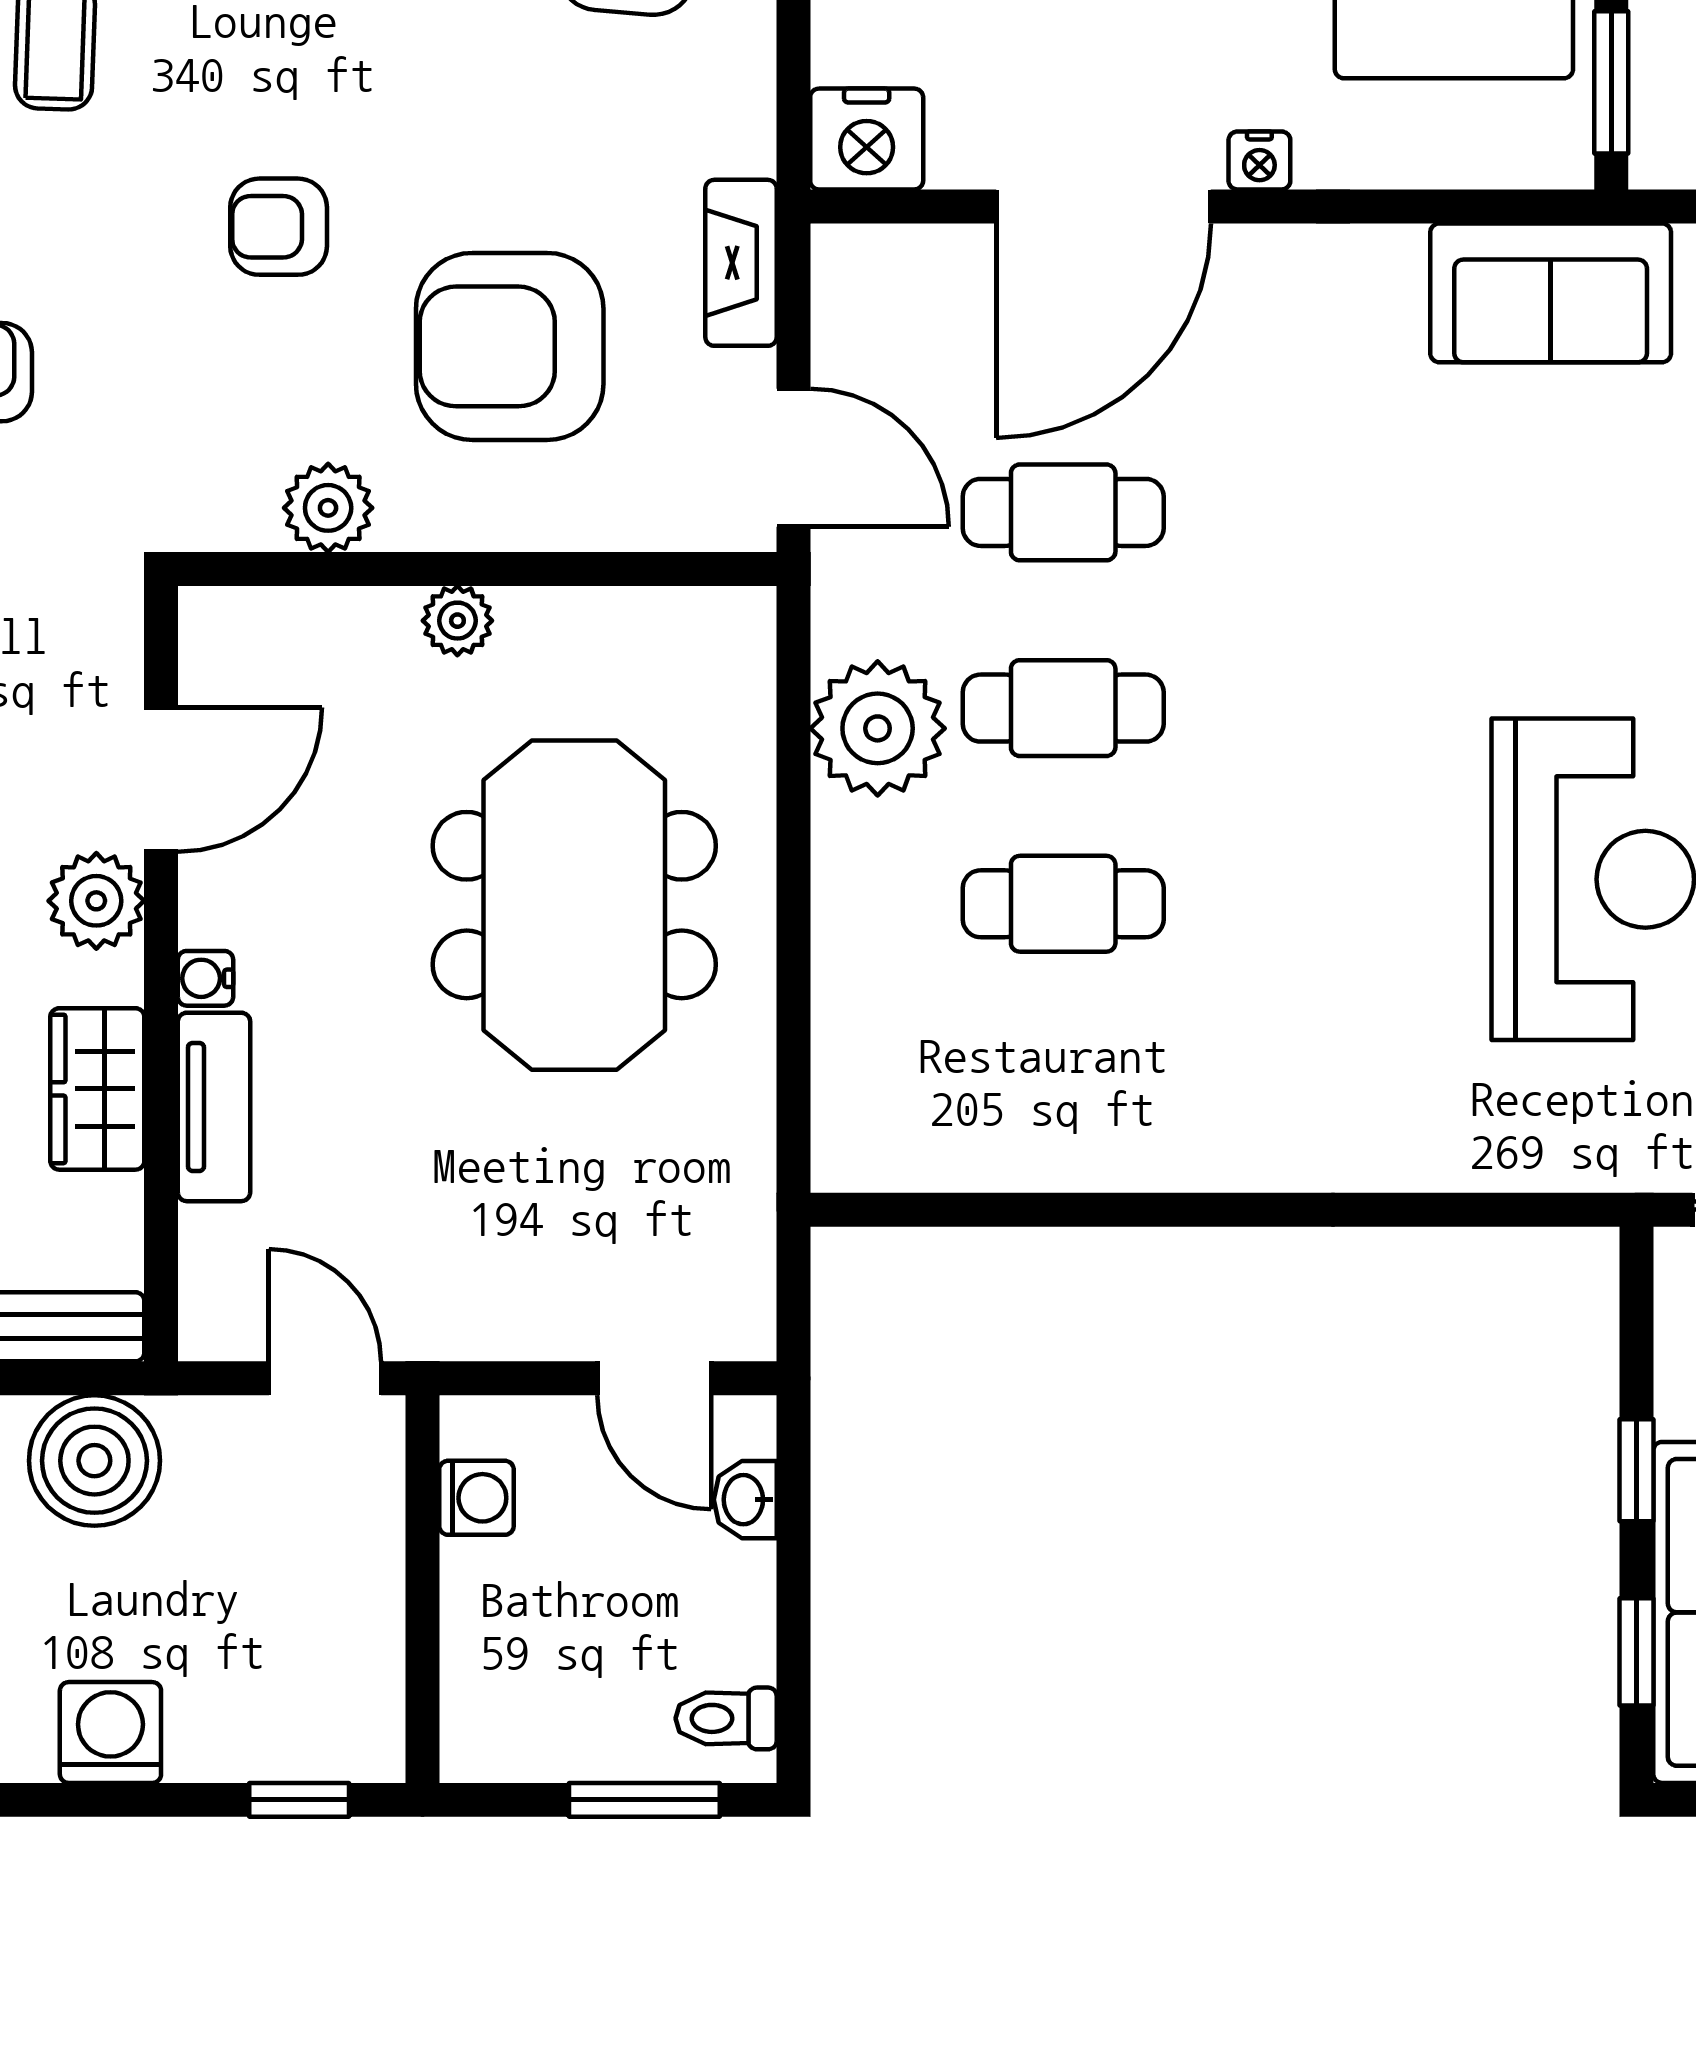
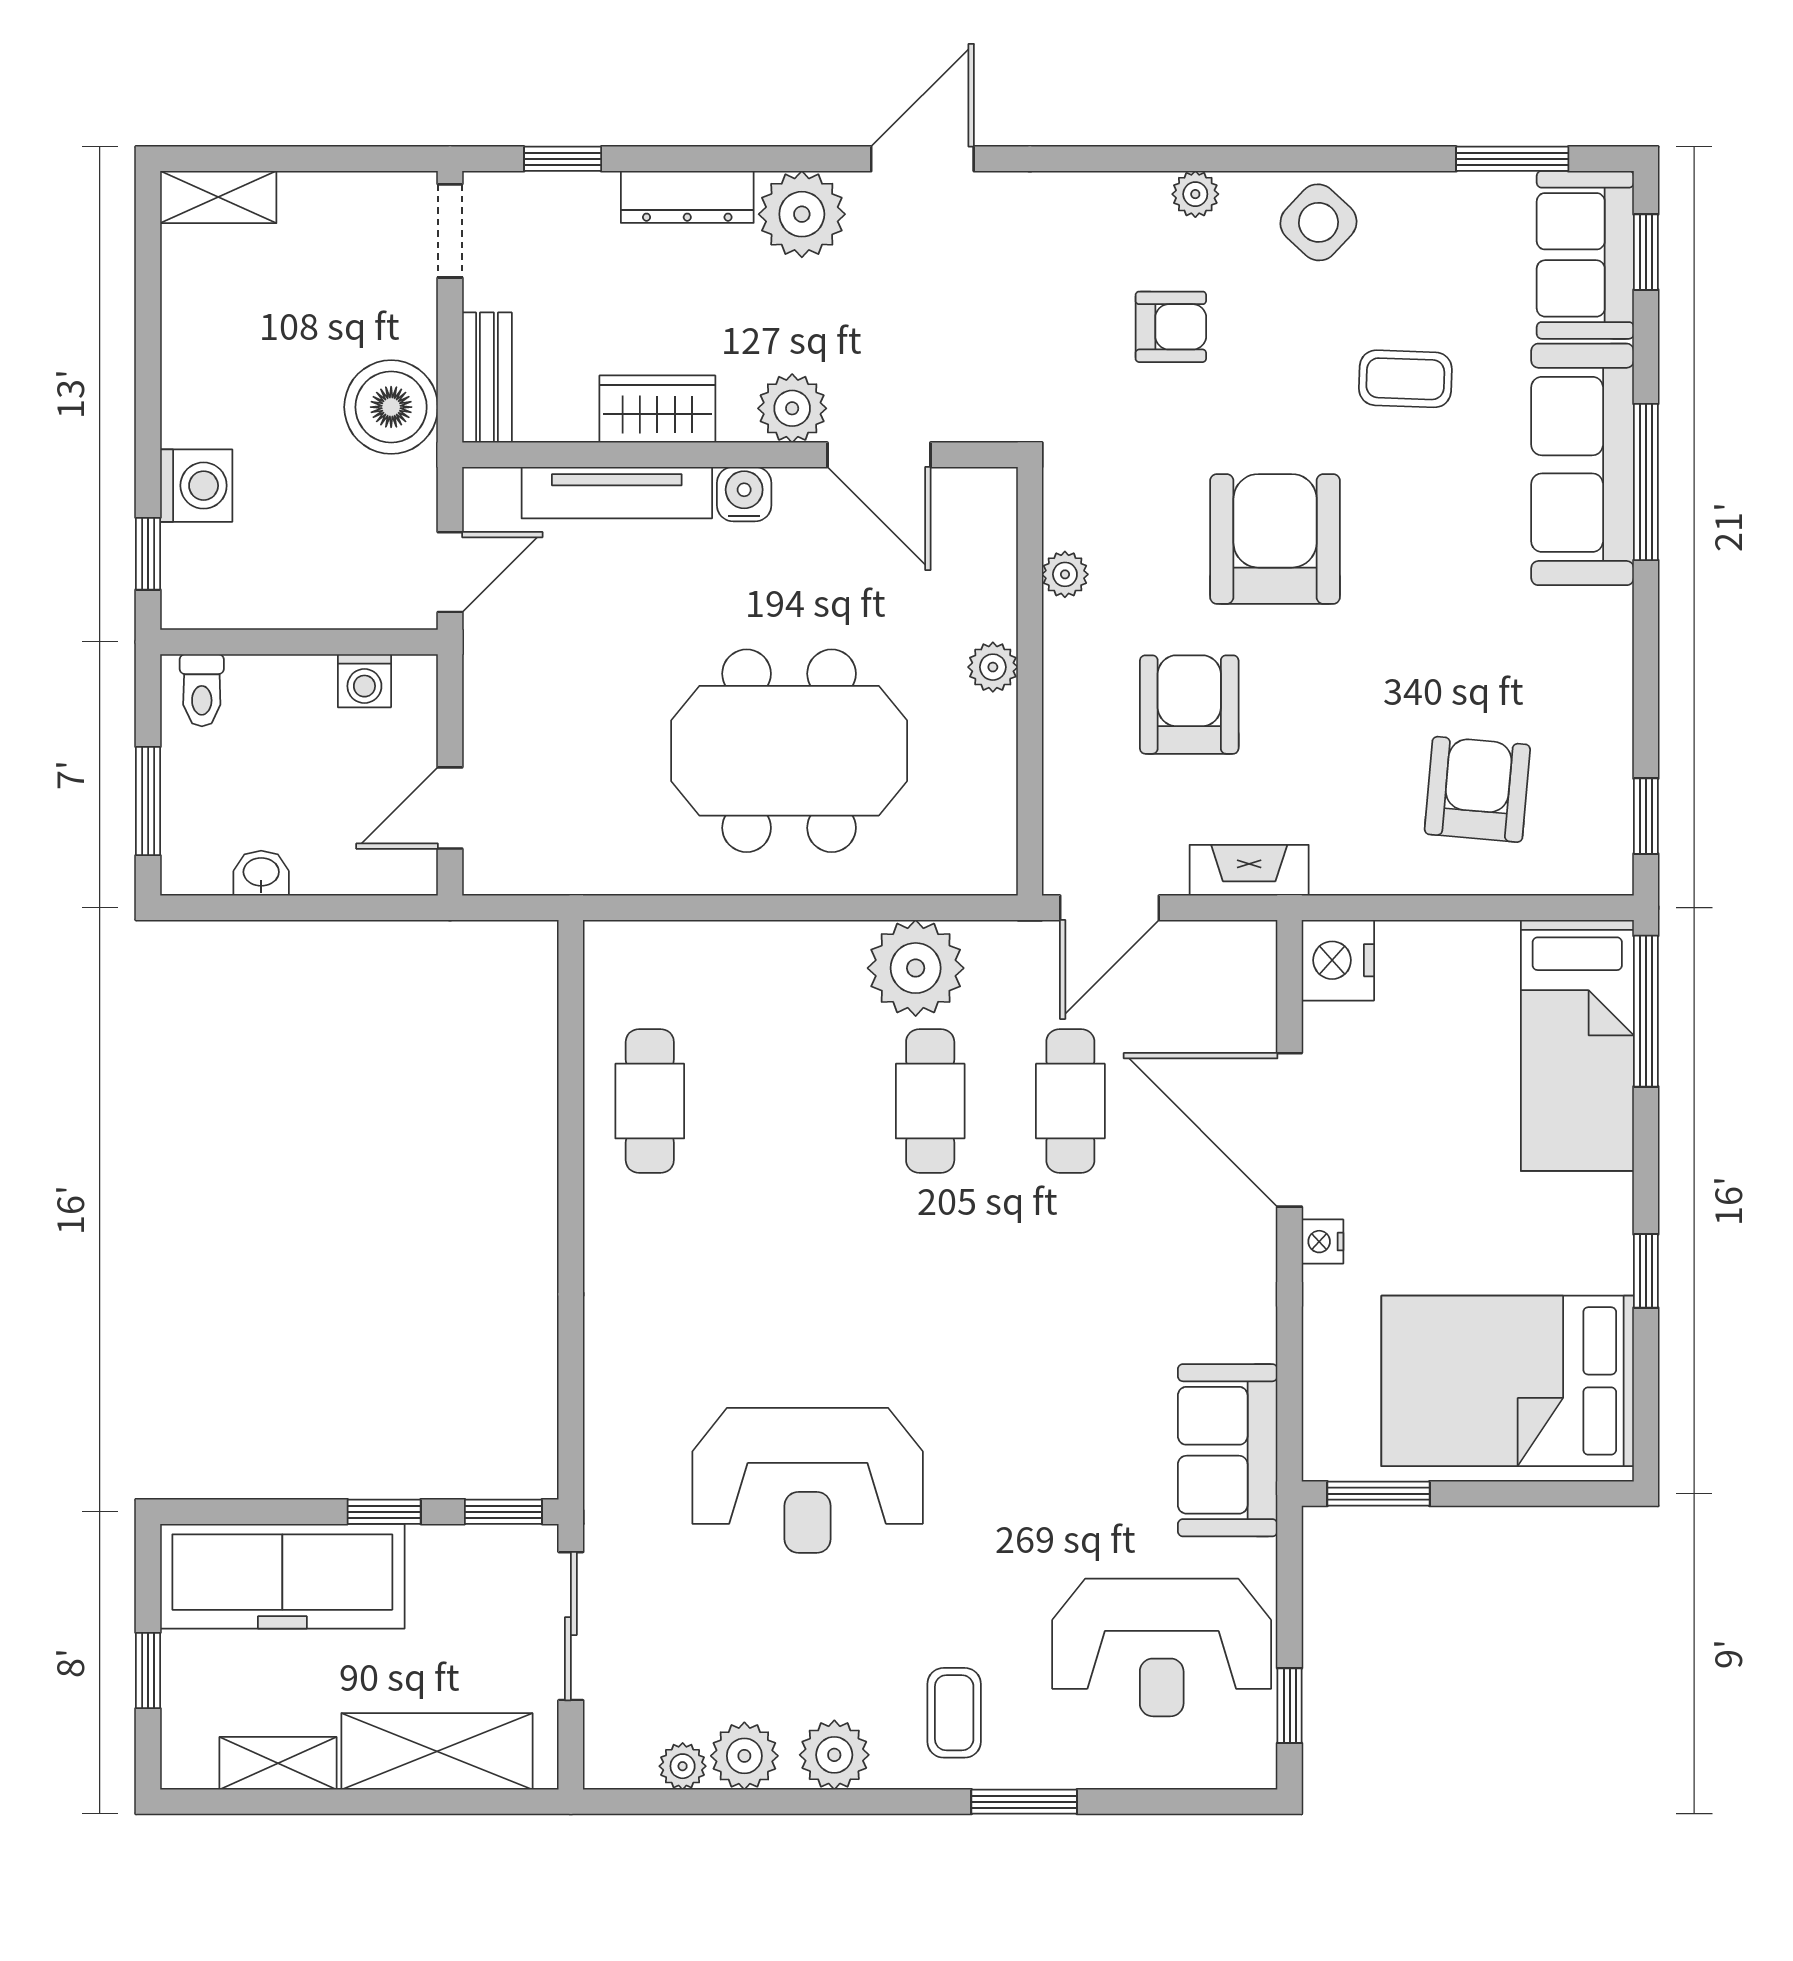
armchair: (279, 227) -> (1275, 539), width x1.88, depth x1.88
armchair: (510, 346) -> (1189, 705), width x0.73, depth x0.73
plant: (328, 508) -> (1065, 574), width x0.73, depth x0.73
cafe table: (1063, 904) -> (650, 1101), moved
water cooler: (205, 978) -> (744, 494), width x1.38, depth x1.38
tv unit: (214, 1107) -> (617, 493), width x1.41
washbasin: (745, 1500) -> (261, 873), moved
window: (1636, 1652) -> (503, 1512), moved
toilet: (726, 1718) -> (202, 690), moved, turned 180
washing machine: (110, 1732) -> (196, 486), moved

